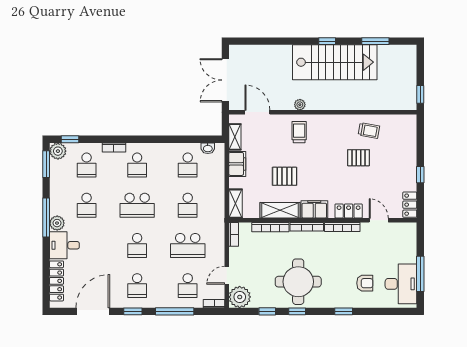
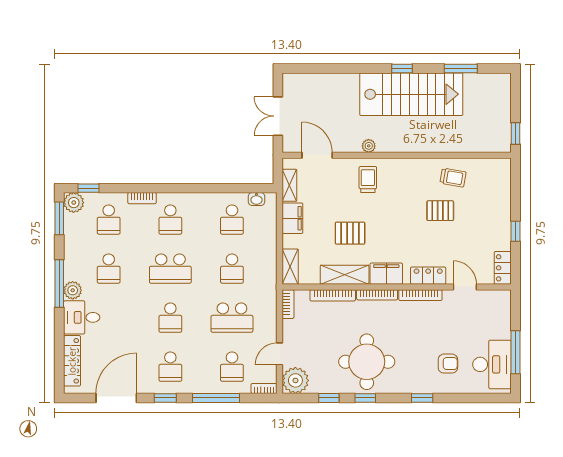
double door: (225, 80) -> (278, 116), width x0.73

